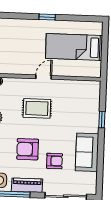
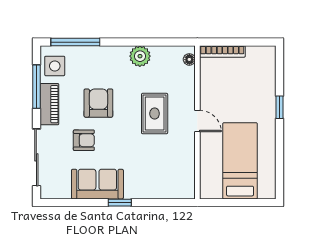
window: (47, 17) -> (279, 107), moved
window: (102, 120) -> (120, 203), moved
armchair: (54, 161) -> (84, 140), turned -90

